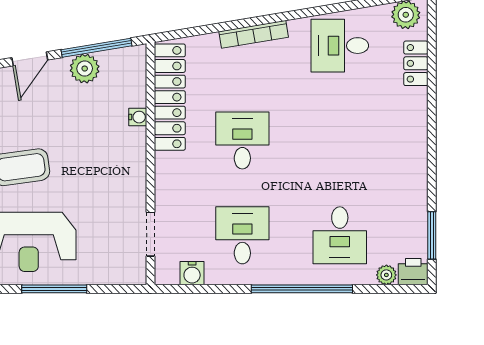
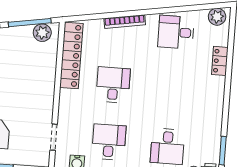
locker: (416, 63) -> (220, 61), moved
plant: (85, 69) -> (42, 33), moved
water cooler: (138, 117) -> (51, 66), removed

